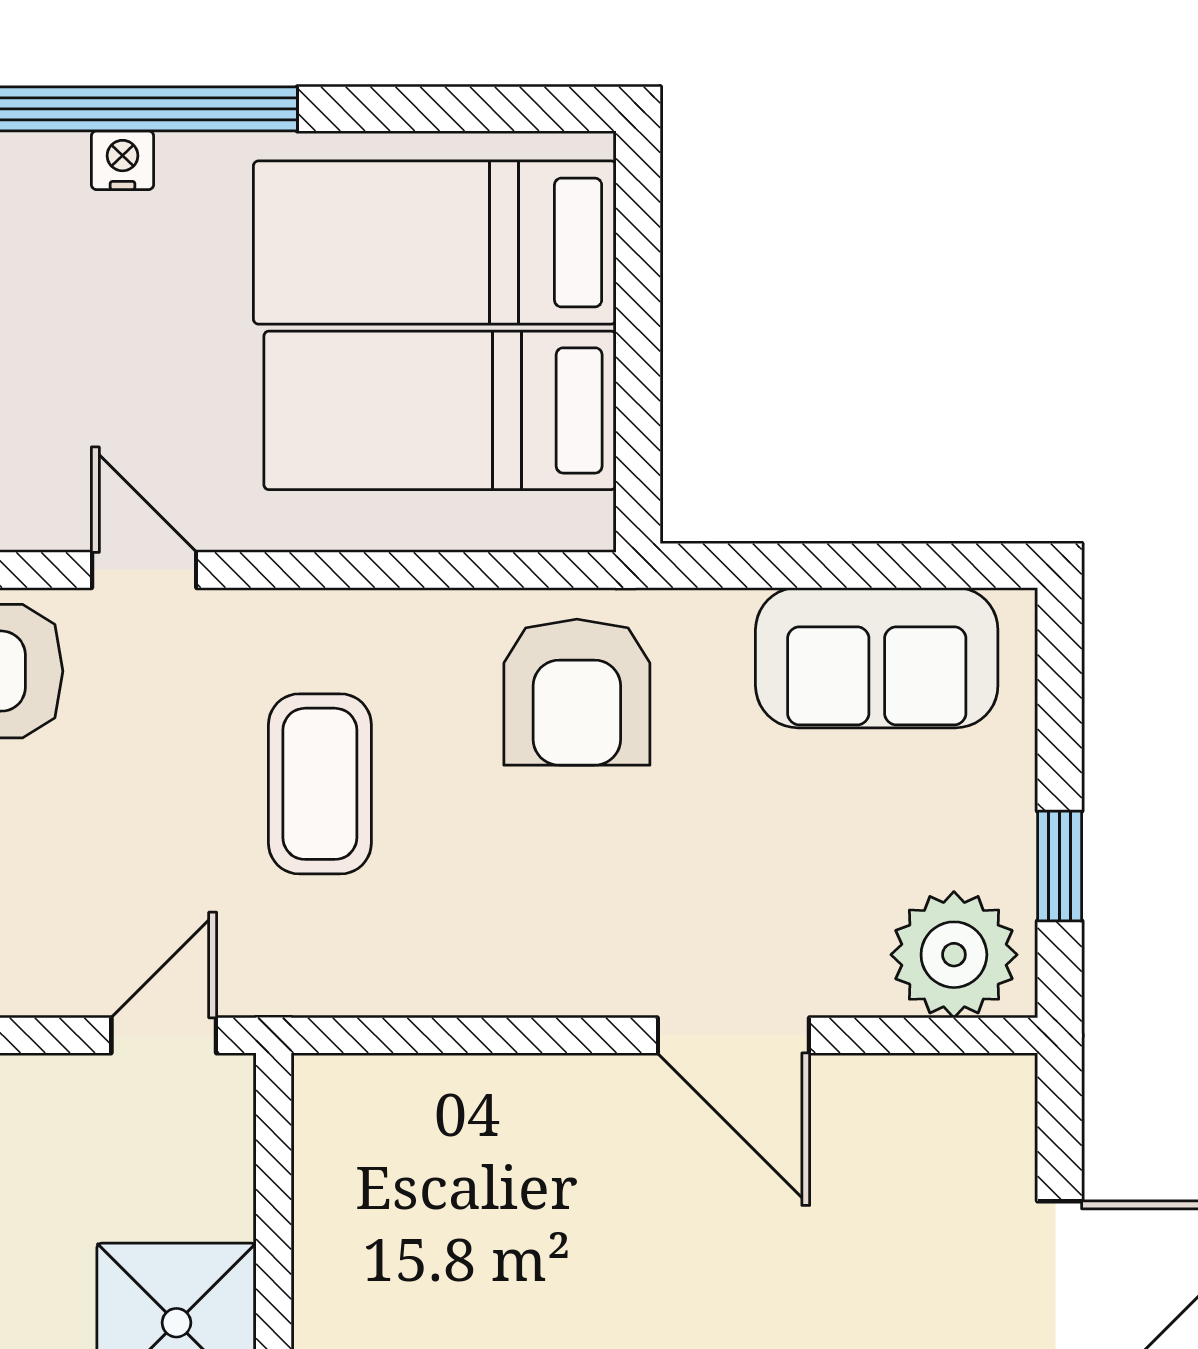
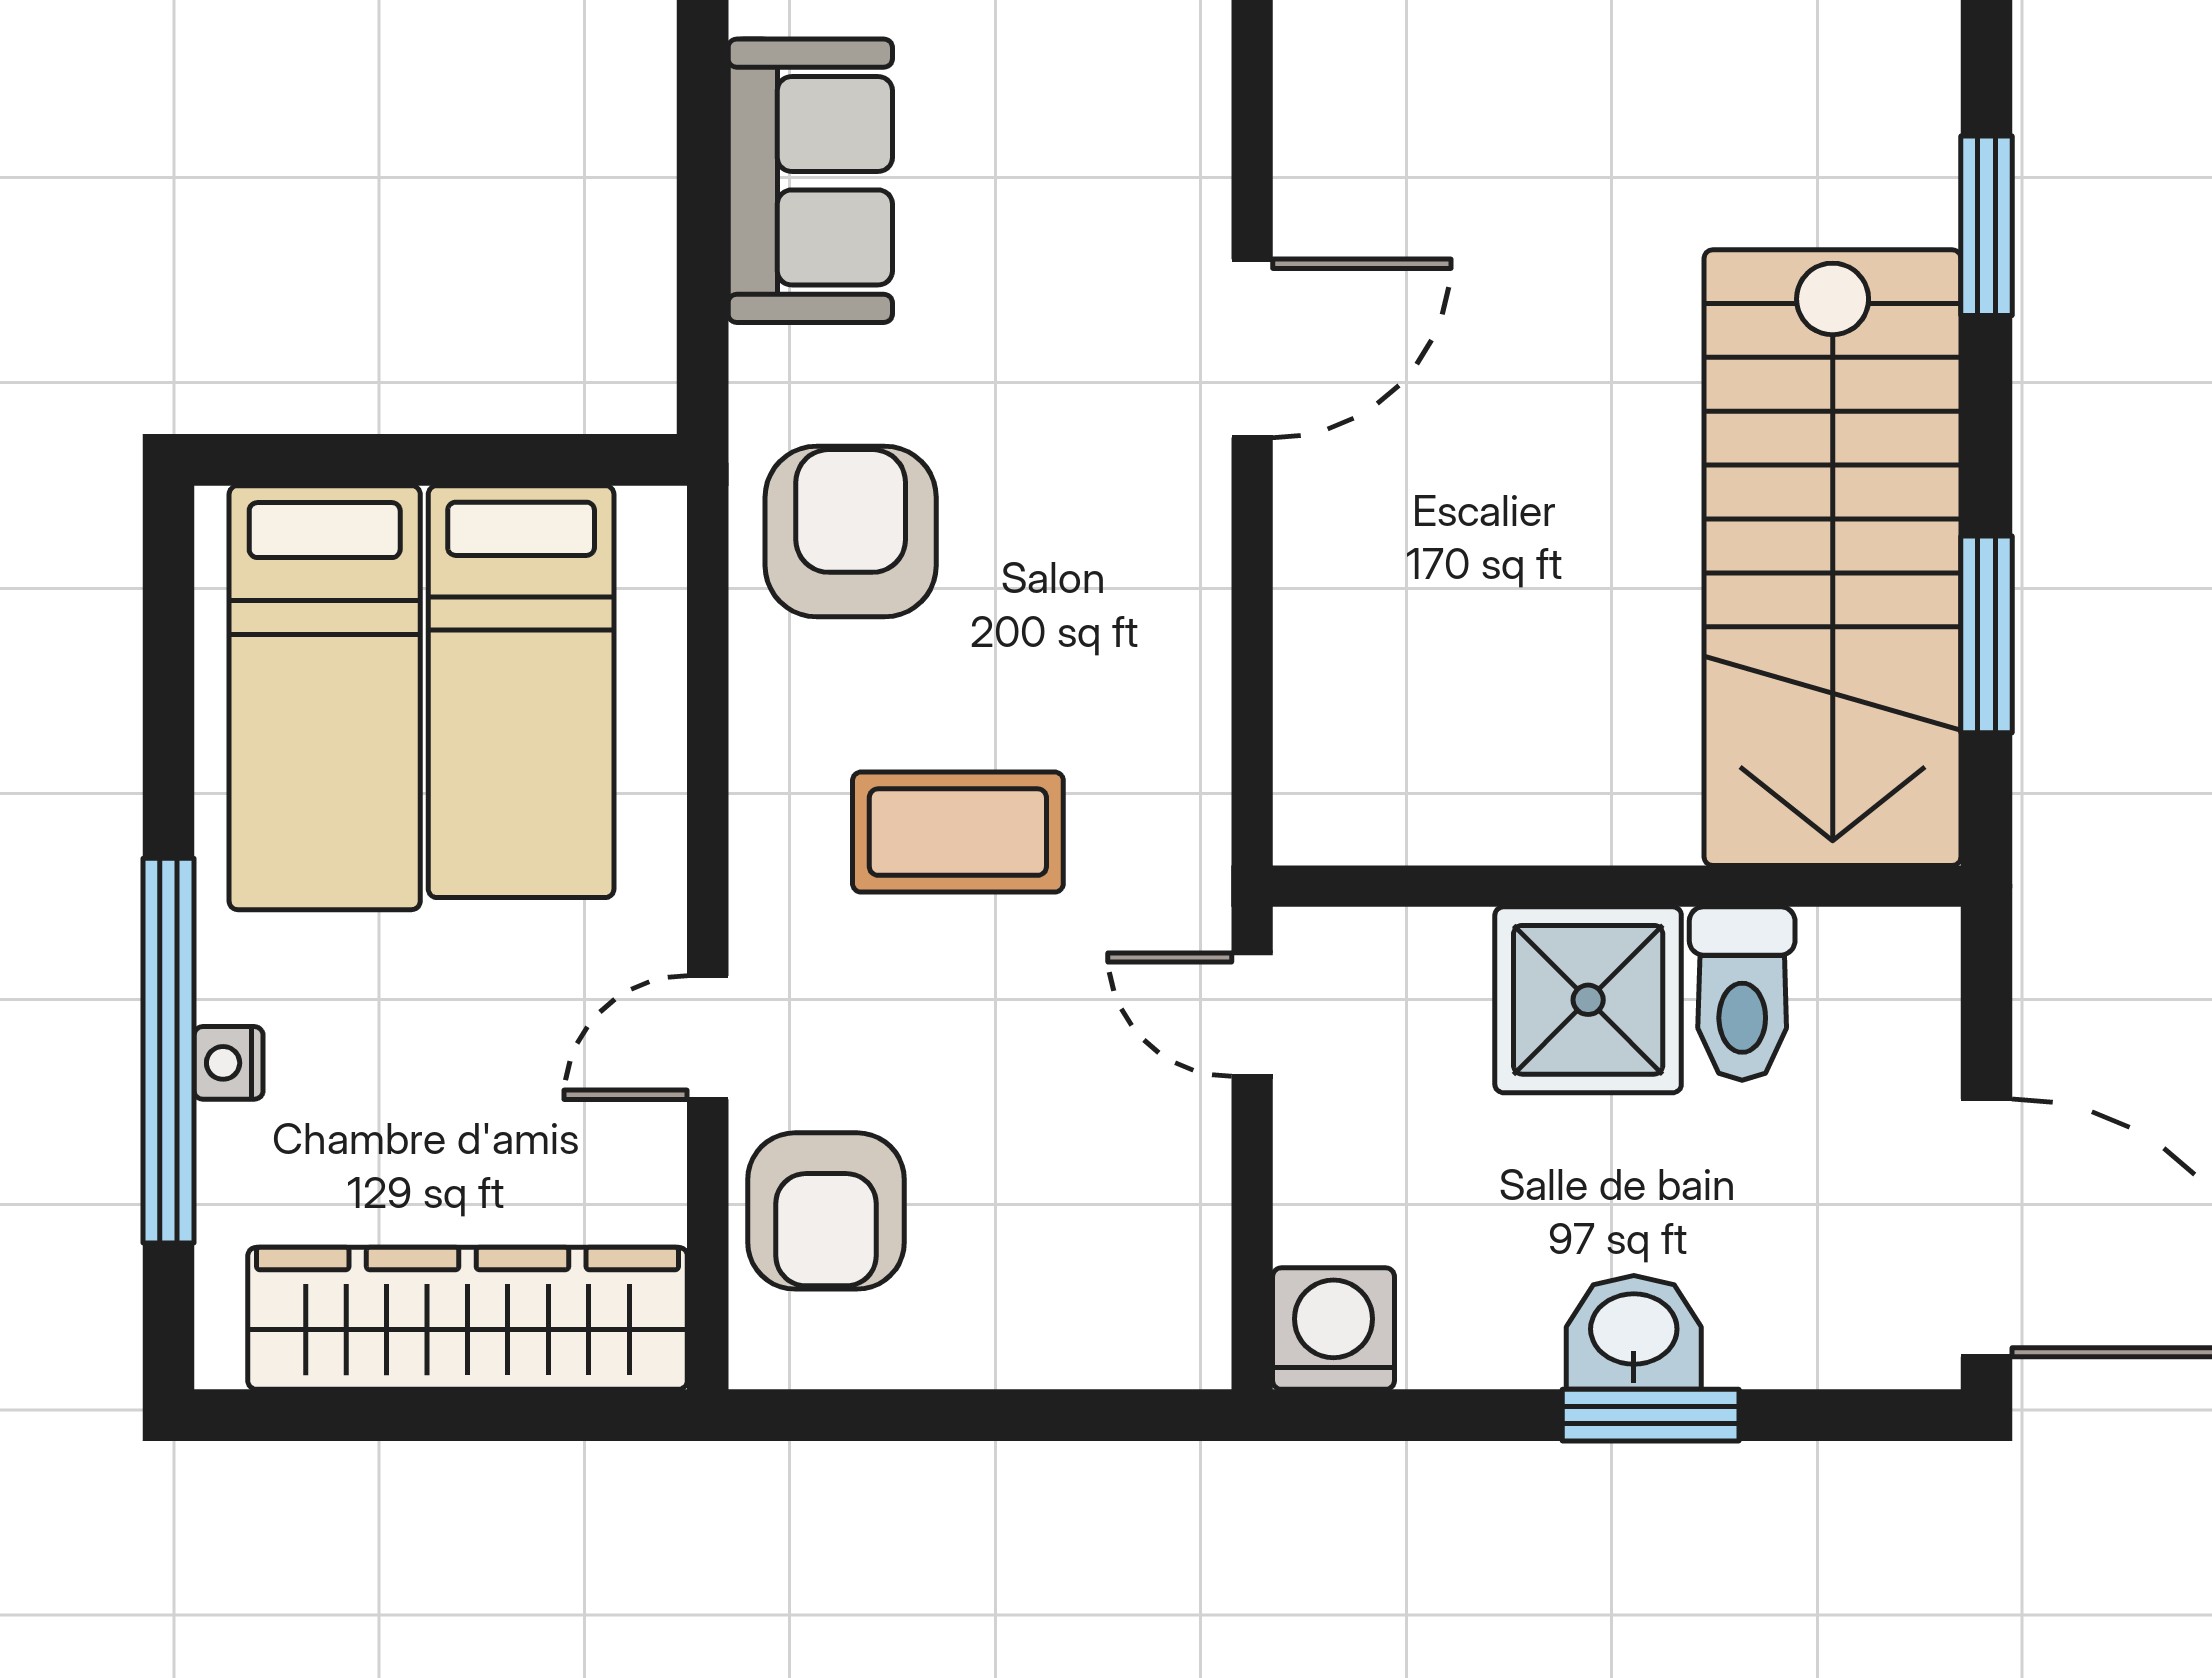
armchair: (577, 692) -> (851, 531), turned -90
plant: (954, 955) -> (1158, 90), removed

